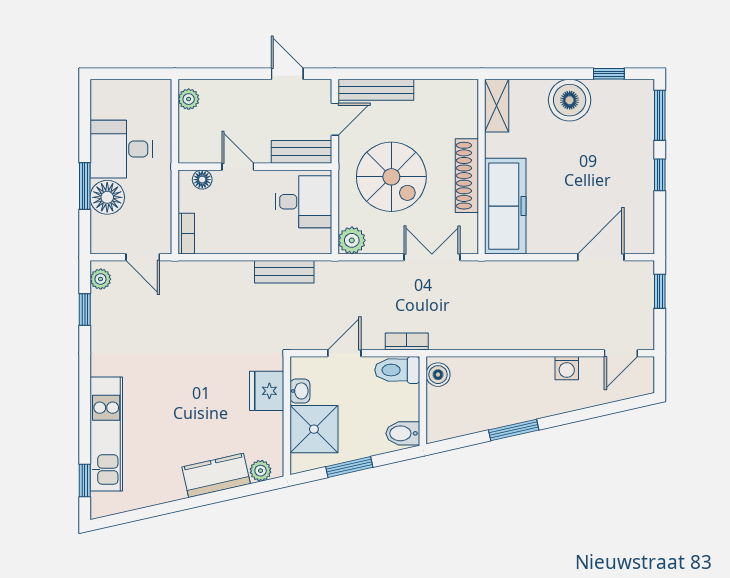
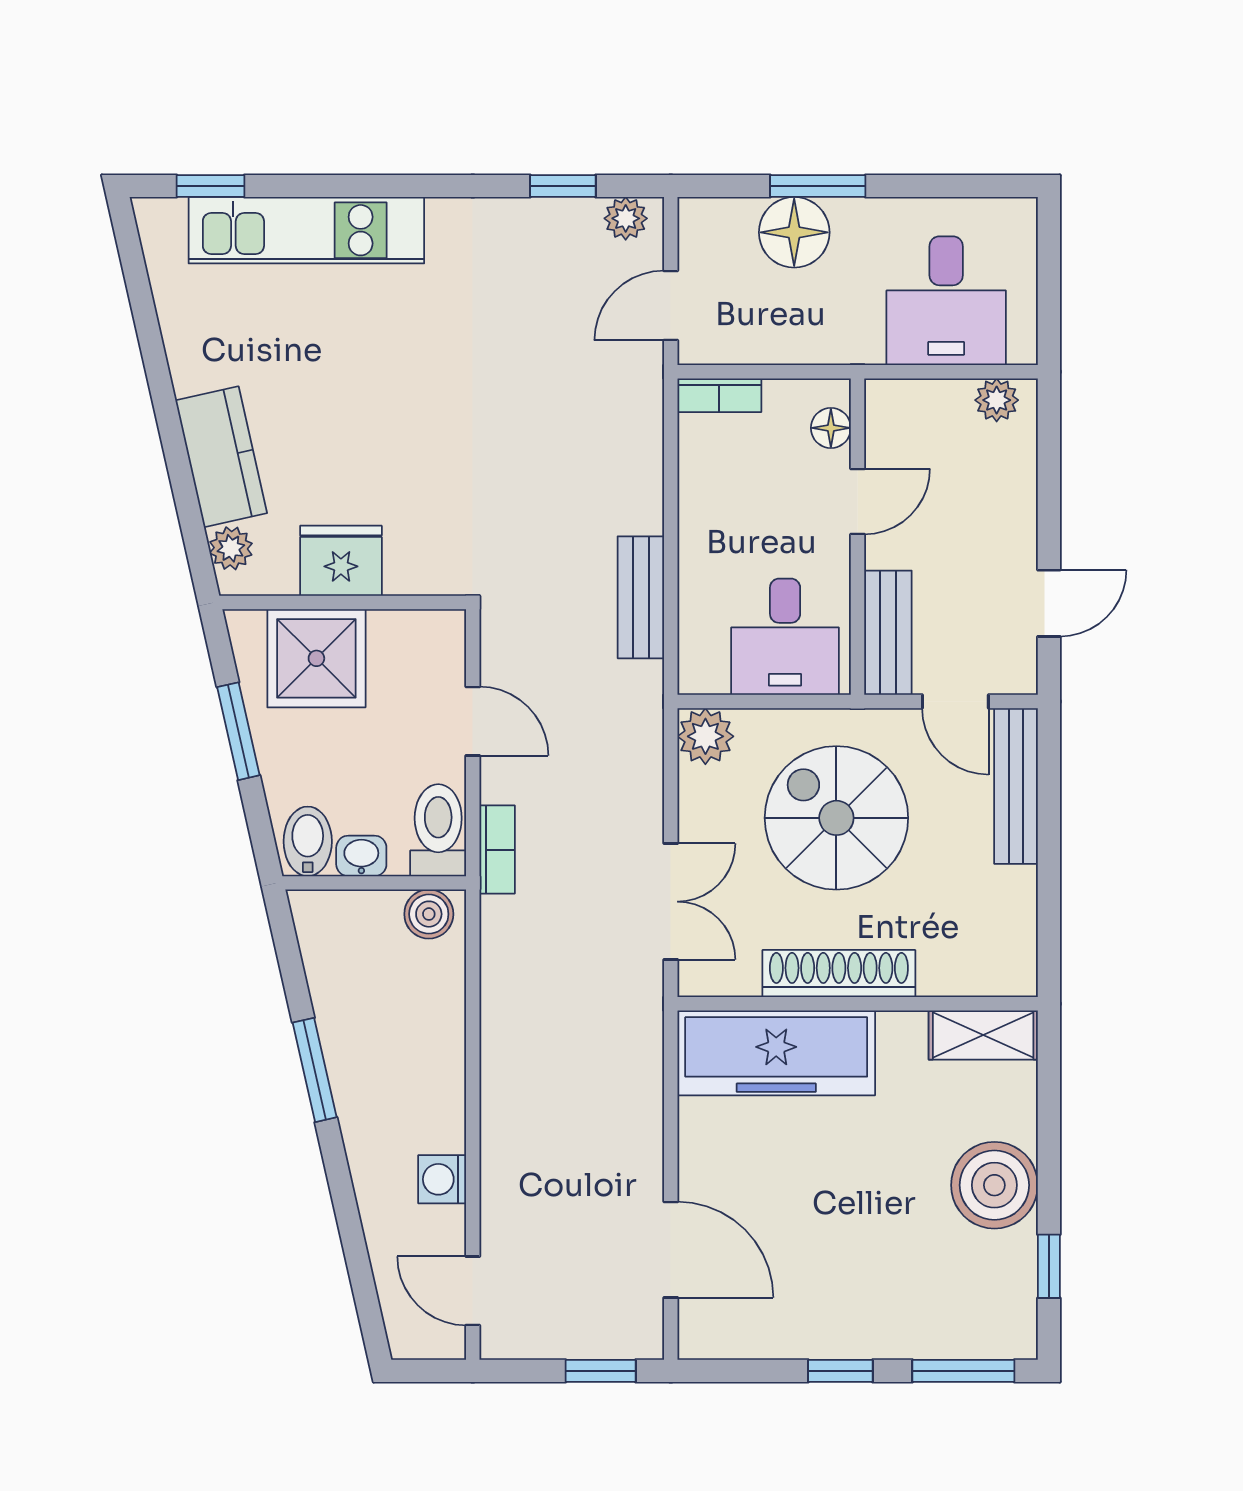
desk: (121, 149) -> (946, 301), moved, turned 180
spiral stairs: (391, 177) -> (836, 818), turned 90
fridge: (267, 391) -> (341, 561), moved
washbasin: (300, 391) -> (361, 856), moved, turned 180

